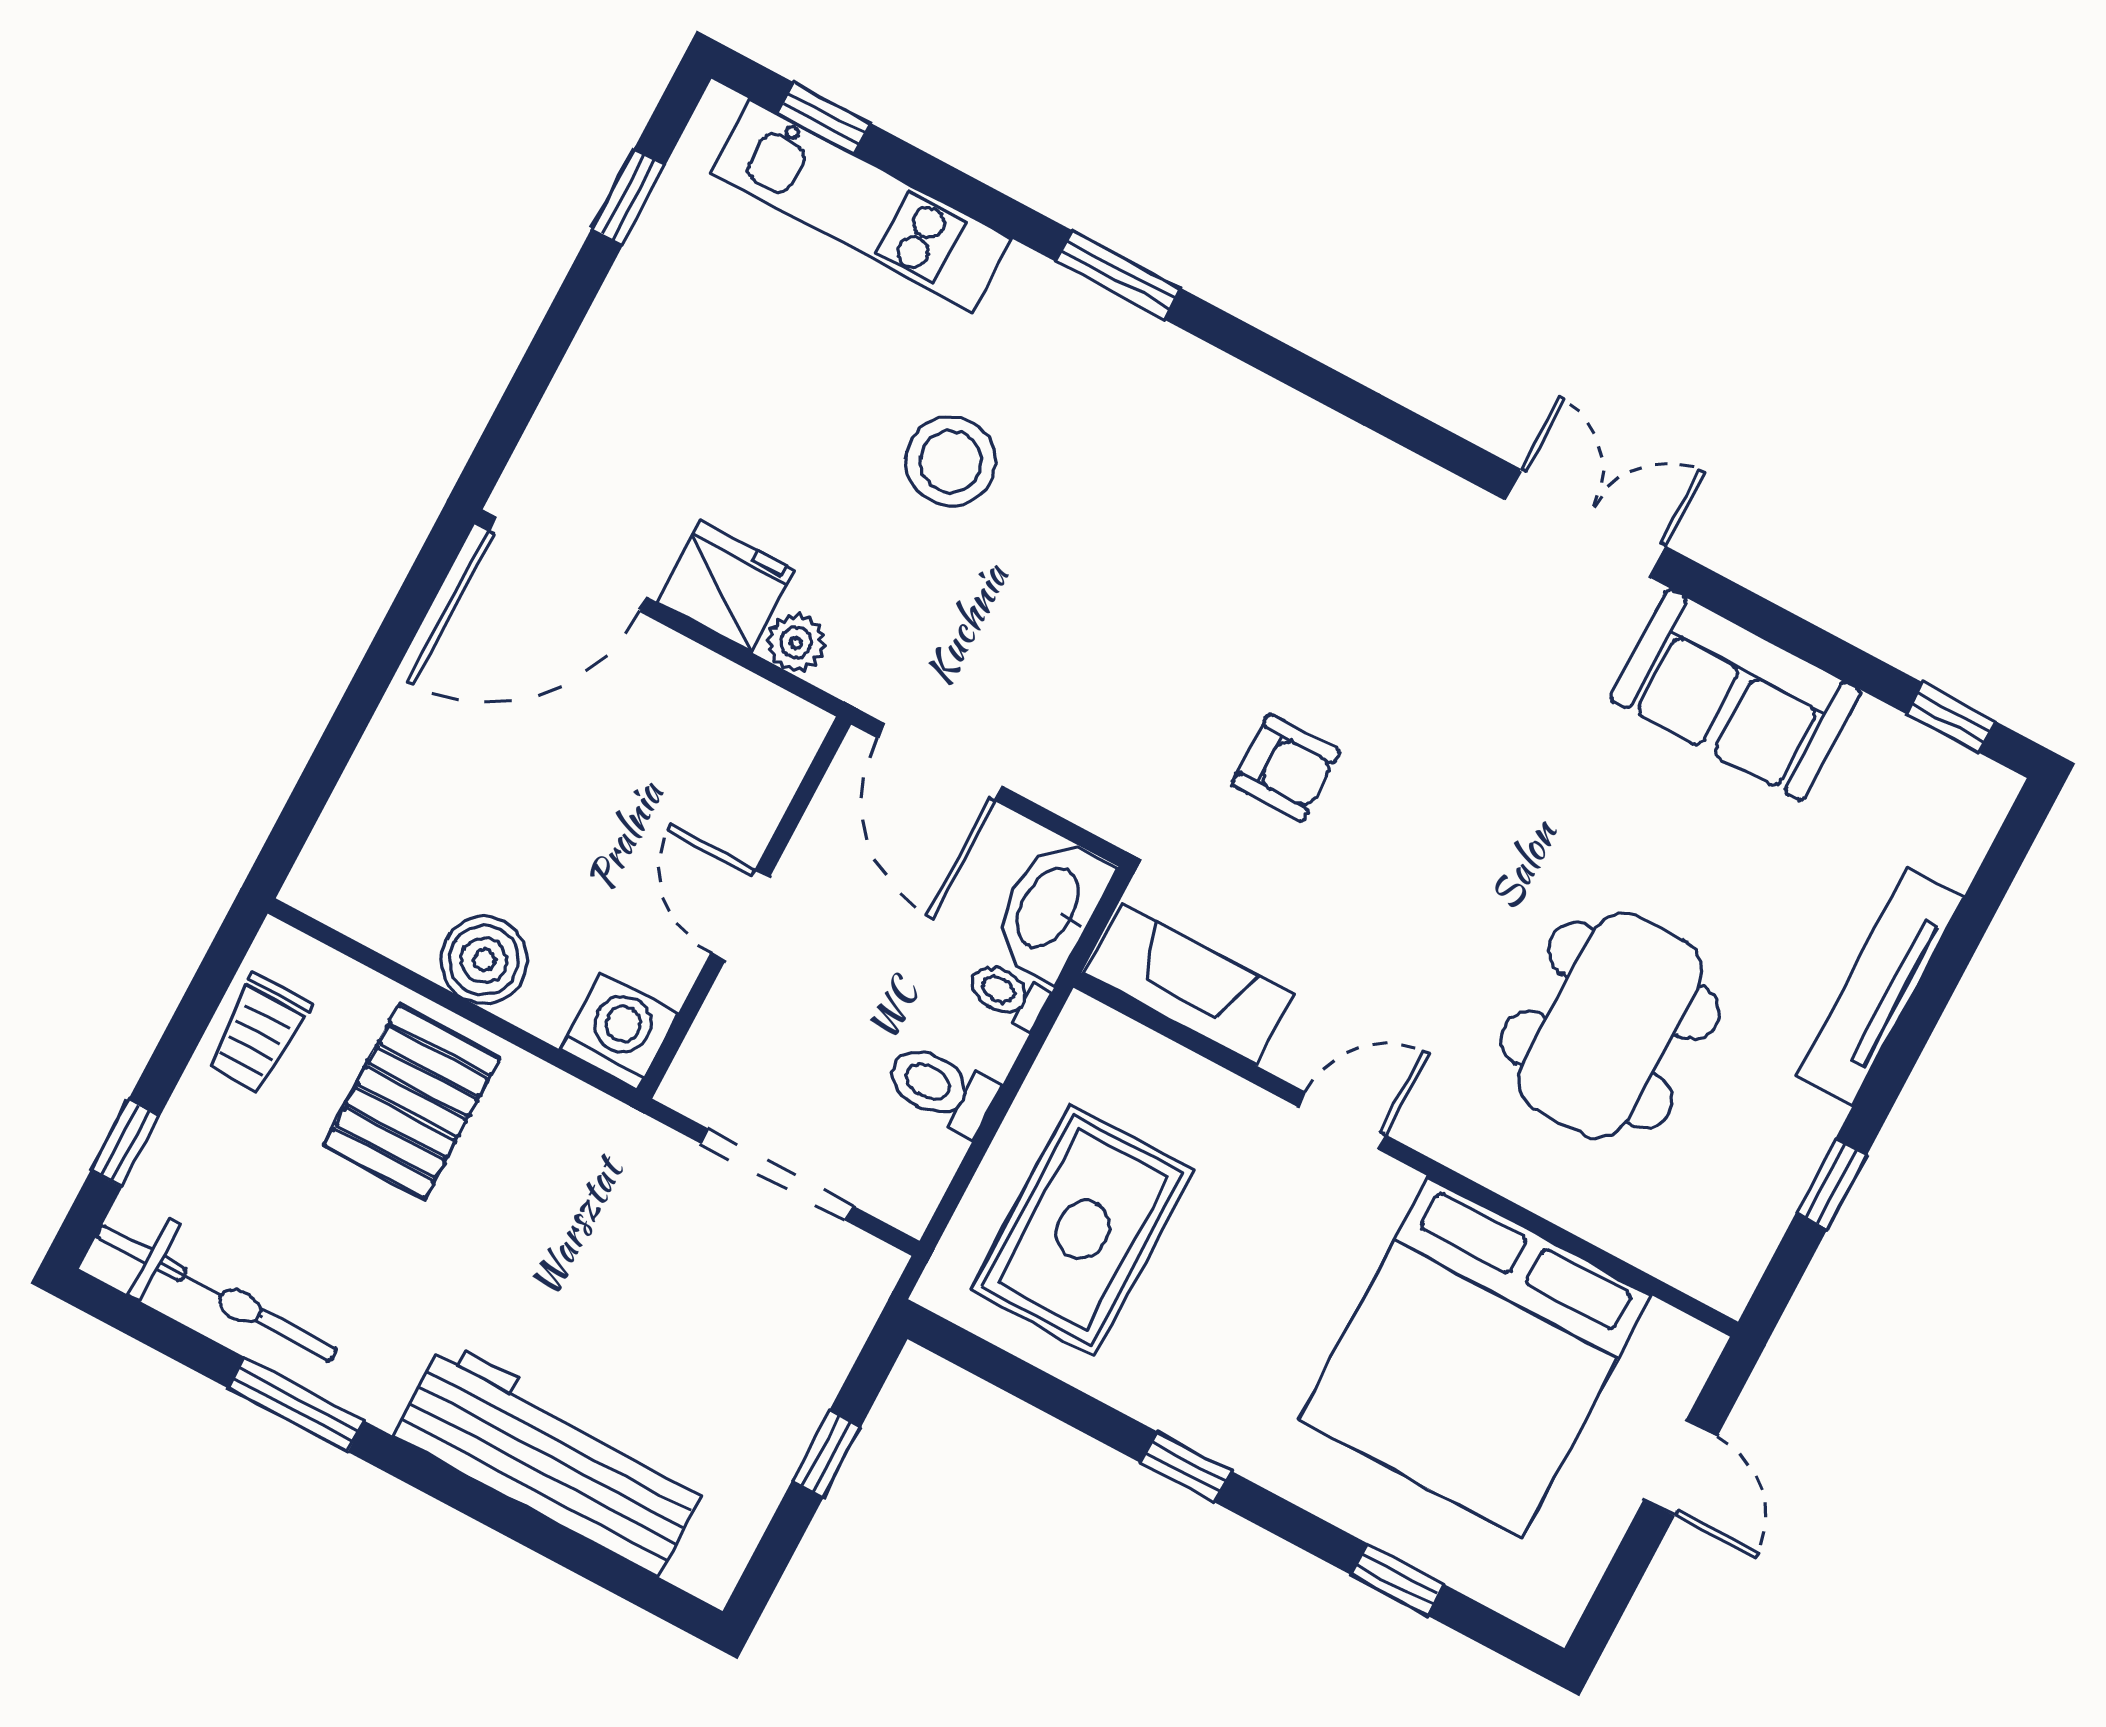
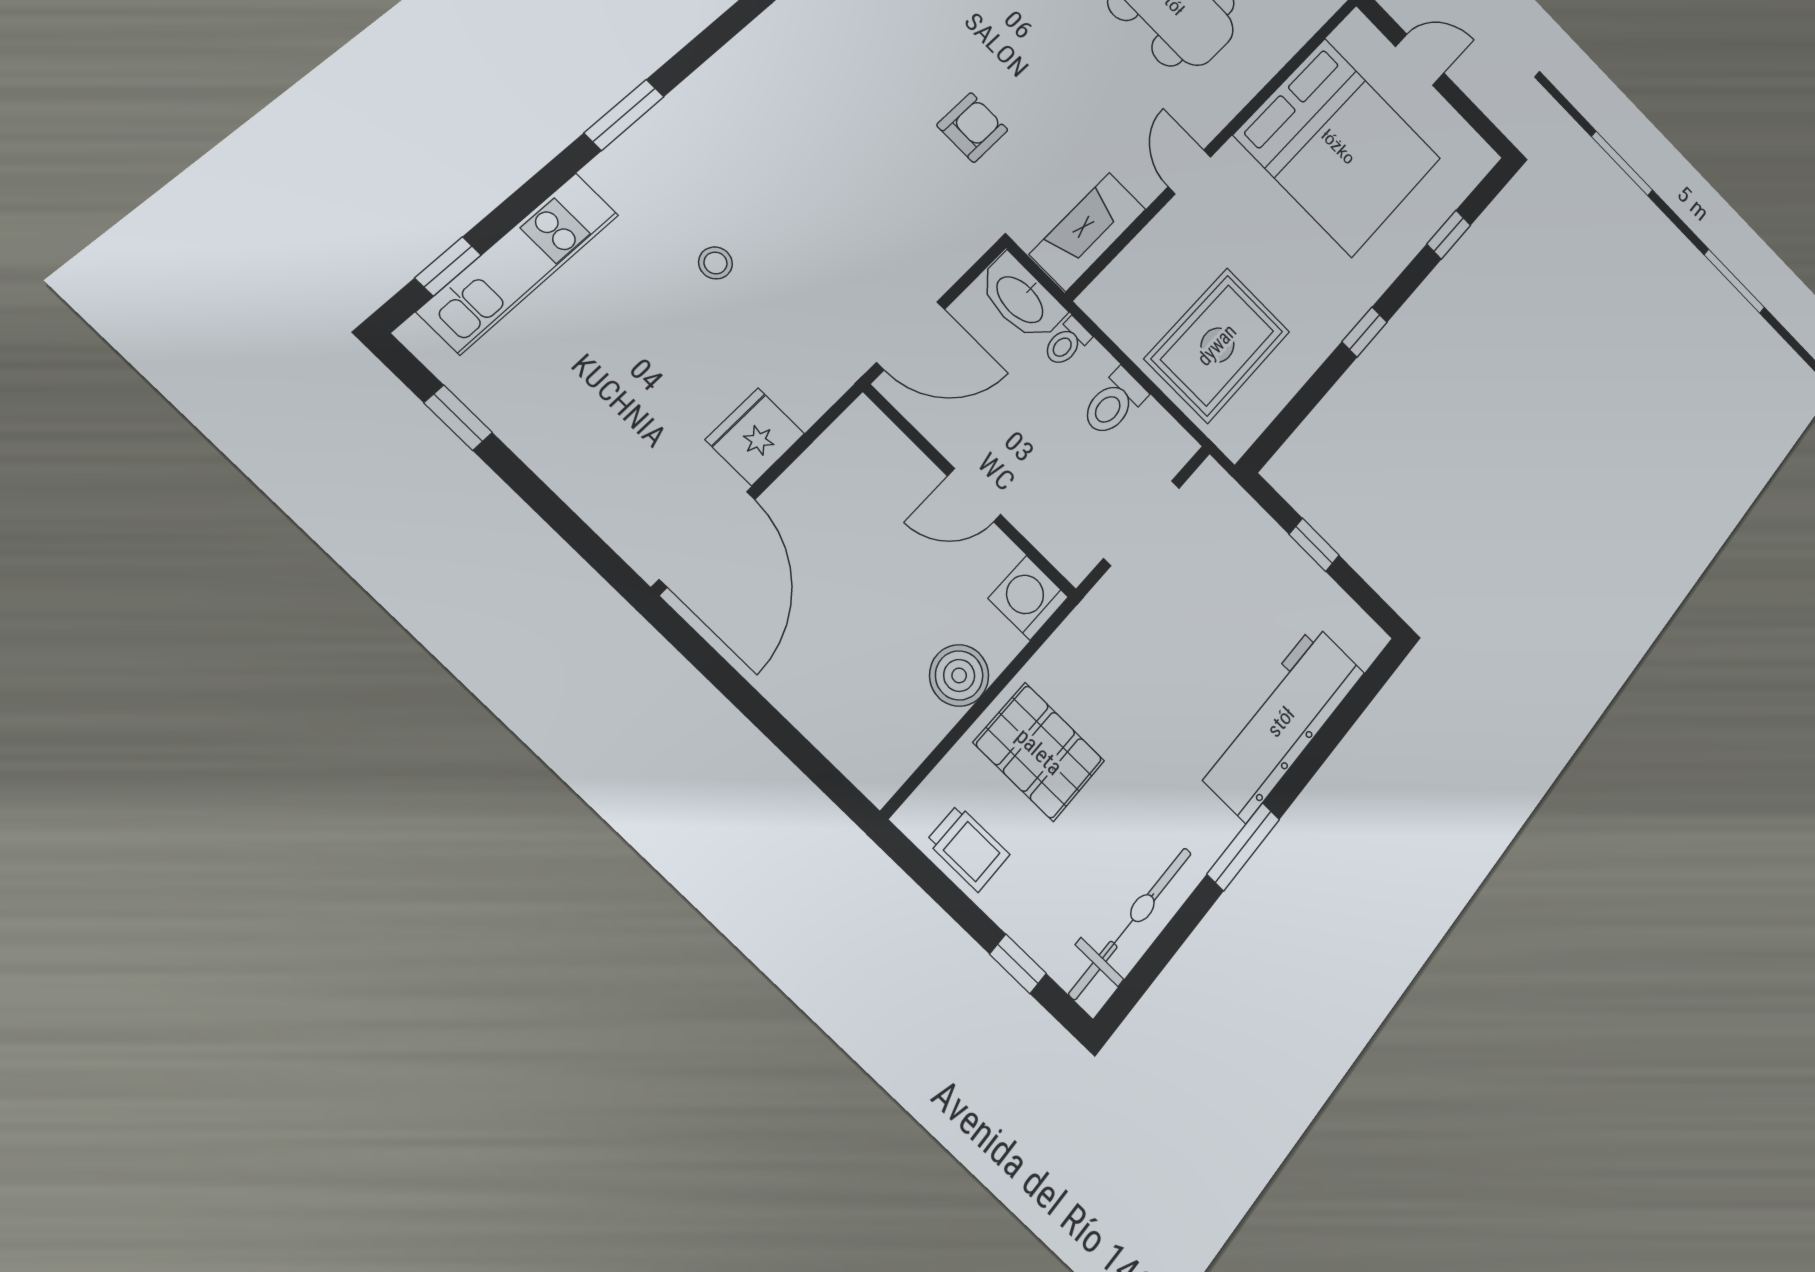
stool: (951, 461) -> (715, 263), width x0.53, depth x0.53
plant: (796, 643) -> (807, 402), removed
rug: (1083, 1230) -> (1217, 345), turned 90
window: (296, 1404) -> (1243, 847), moved

